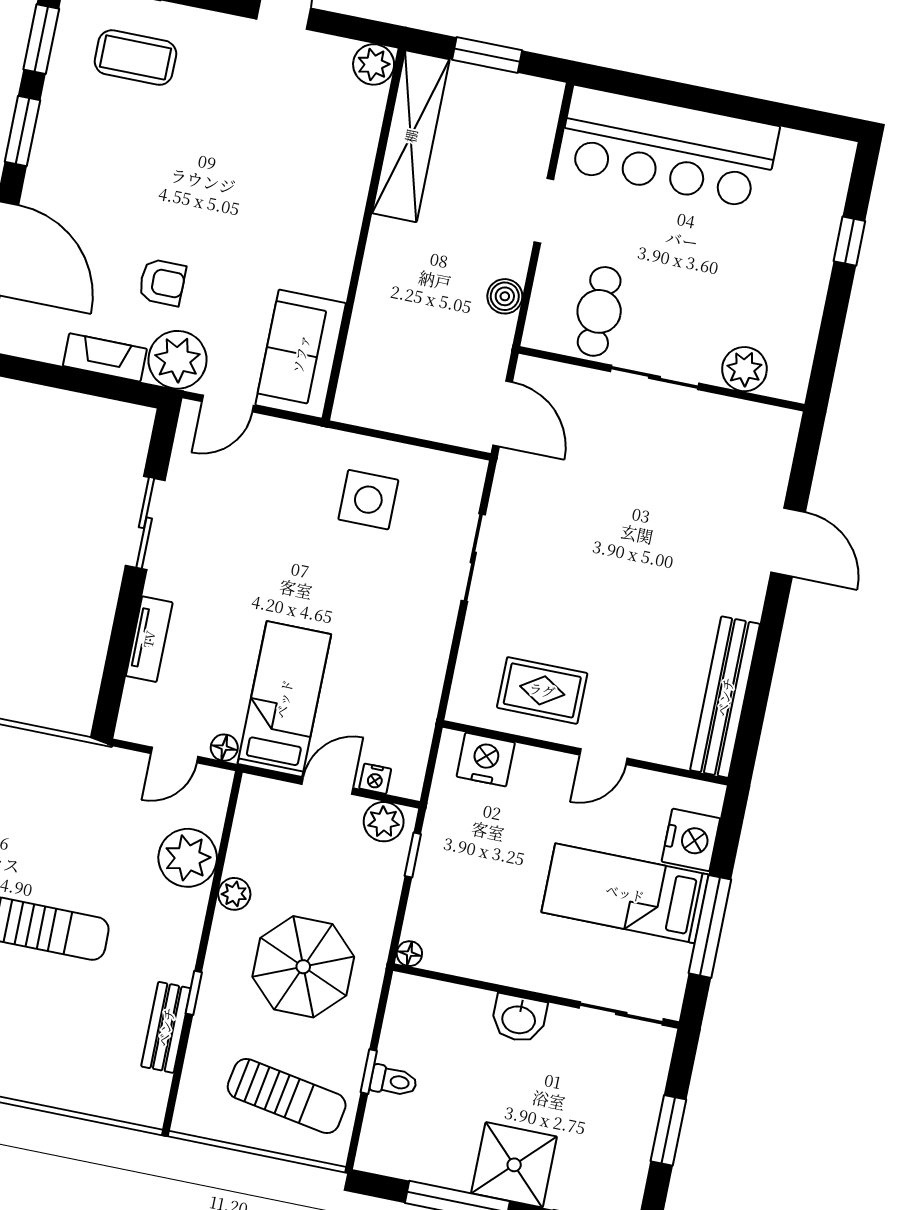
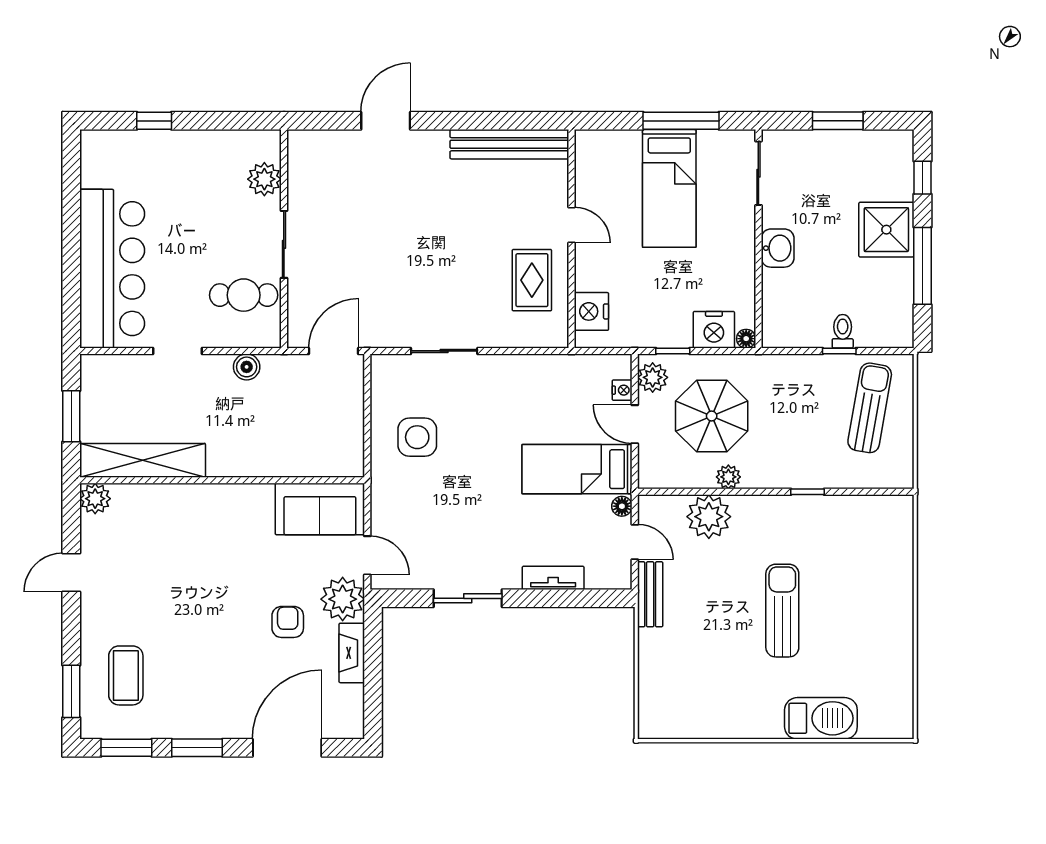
nightstand: (691, 840) -> (714, 330), moved, turned 180
parasol: (303, 967) -> (712, 416), moved
bench: (166, 1027) -> (650, 594), moved, turned 90

